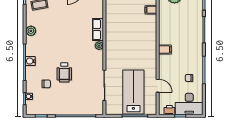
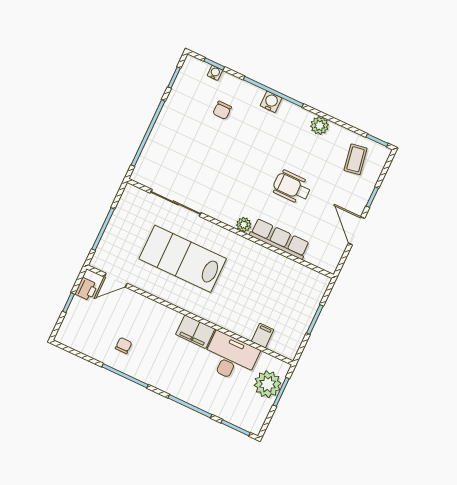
row of seats: (98, 30) -> (279, 239), width x1.48
filing cabinet: (165, 49) -> (195, 332), width x2.00
wheelchair: (64, 72) -> (292, 187), moved
door: (158, 86) -> (116, 280), moved
lab bench: (133, 92) -> (183, 259), moved, turned 180
desk: (189, 104) -> (230, 357), moved, turned 90

